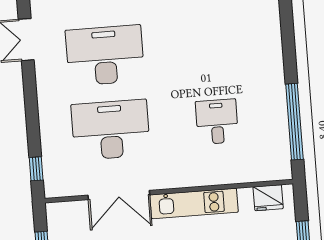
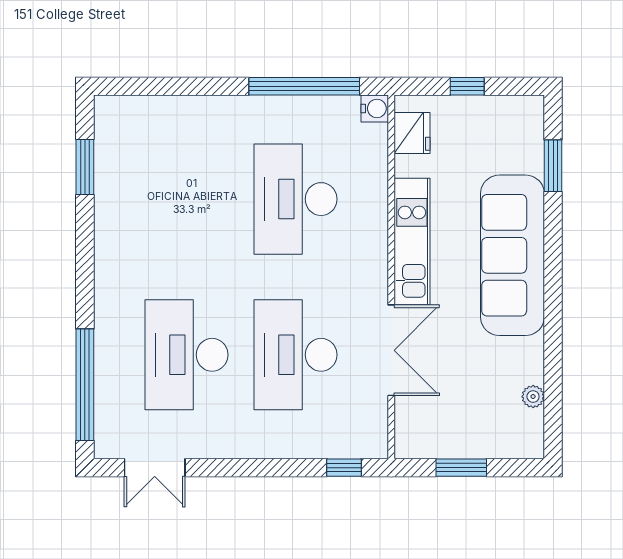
desk: (217, 122) -> (295, 199), width x1.87, depth x1.30
water cooler: (283, 171) -> (375, 108), added

